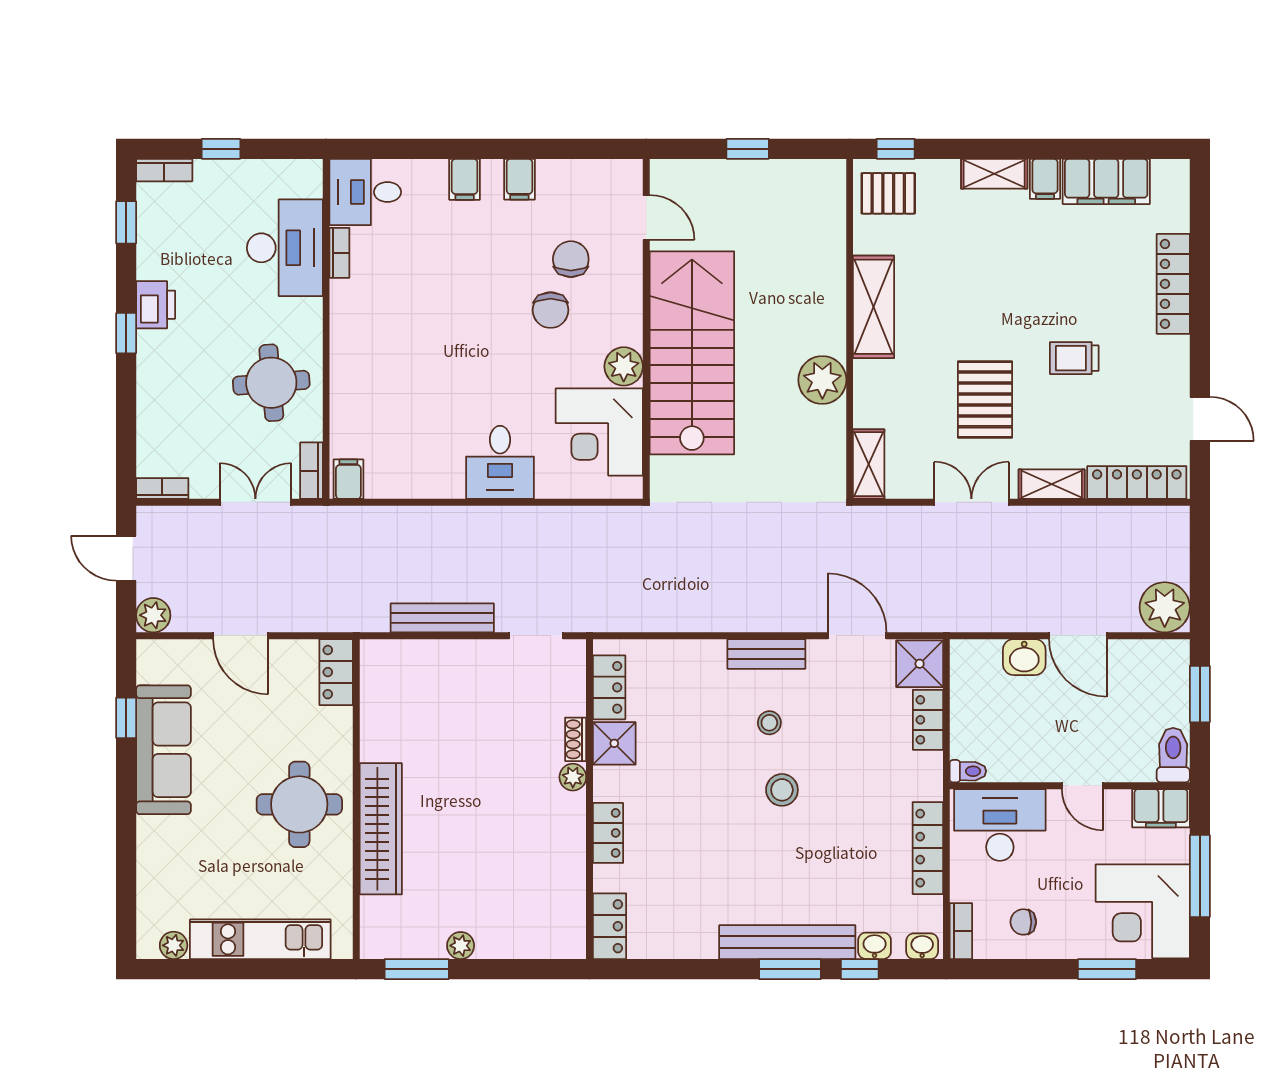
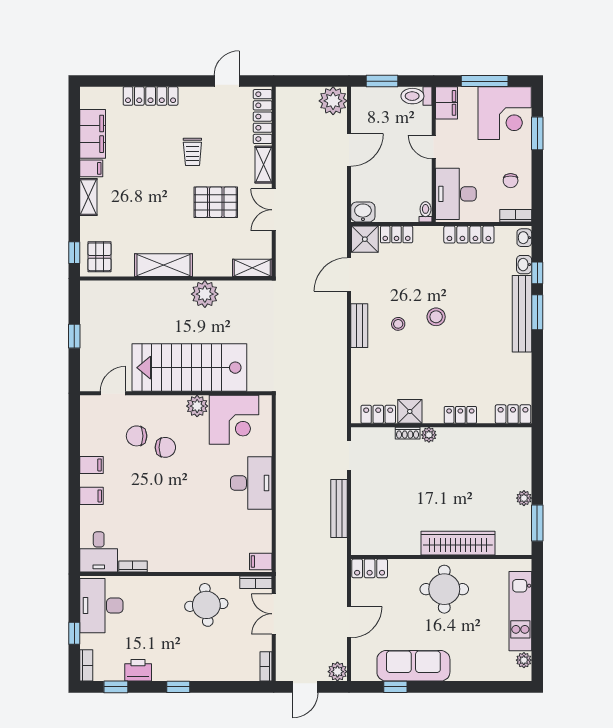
desk: (285, 248) -> (101, 606), moved, turned -90
printer: (156, 305) -> (138, 670), moved
desk: (500, 462) -> (251, 483), width x1.37
washbasin: (1024, 657) -> (363, 212), moved, turned -90
door: (1083, 786) -> (434, 147), swing flipped

